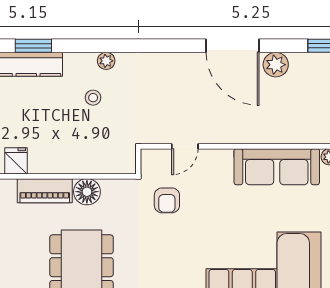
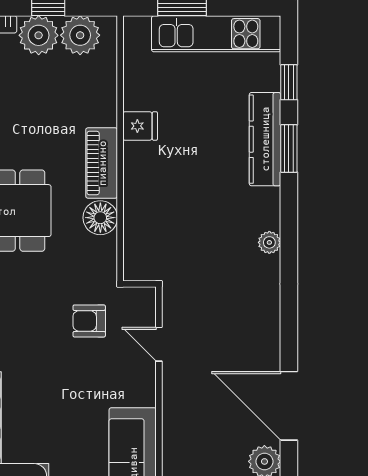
door: (233, 46) -> (289, 406), hinge flipped
stool: (93, 98) -> (222, 226), removed

